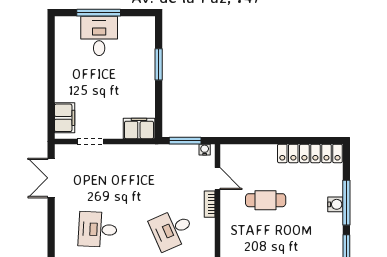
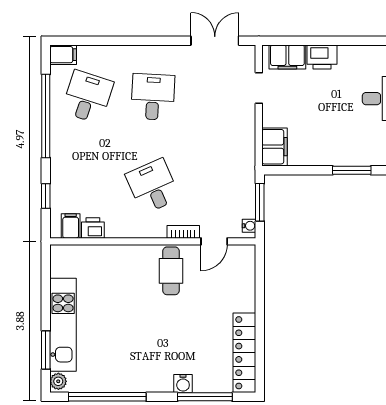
printer: (65, 89) -> (322, 57), added
cafe table: (266, 200) -> (171, 271), moved
window: (346, 203) -> (205, 397), moved

